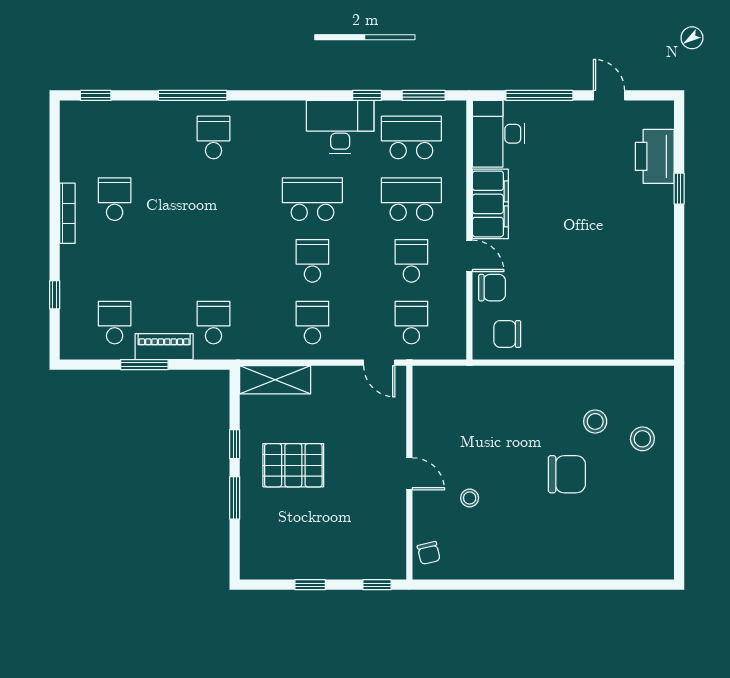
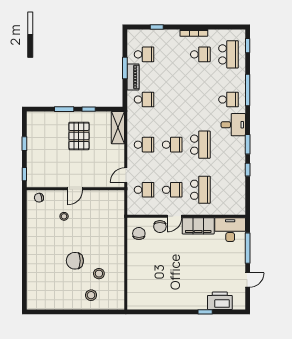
window: (424, 95) -> (248, 144), moved
desk: (340, 127) -> (233, 125), moved, width x0.73
school desk: (411, 137) -> (229, 54), moved
chair: (567, 474) -> (75, 261), turned 90

